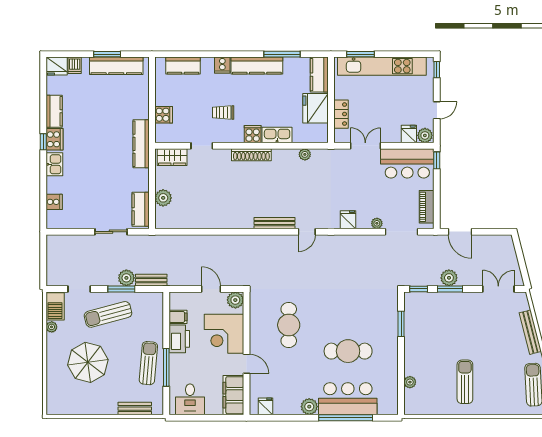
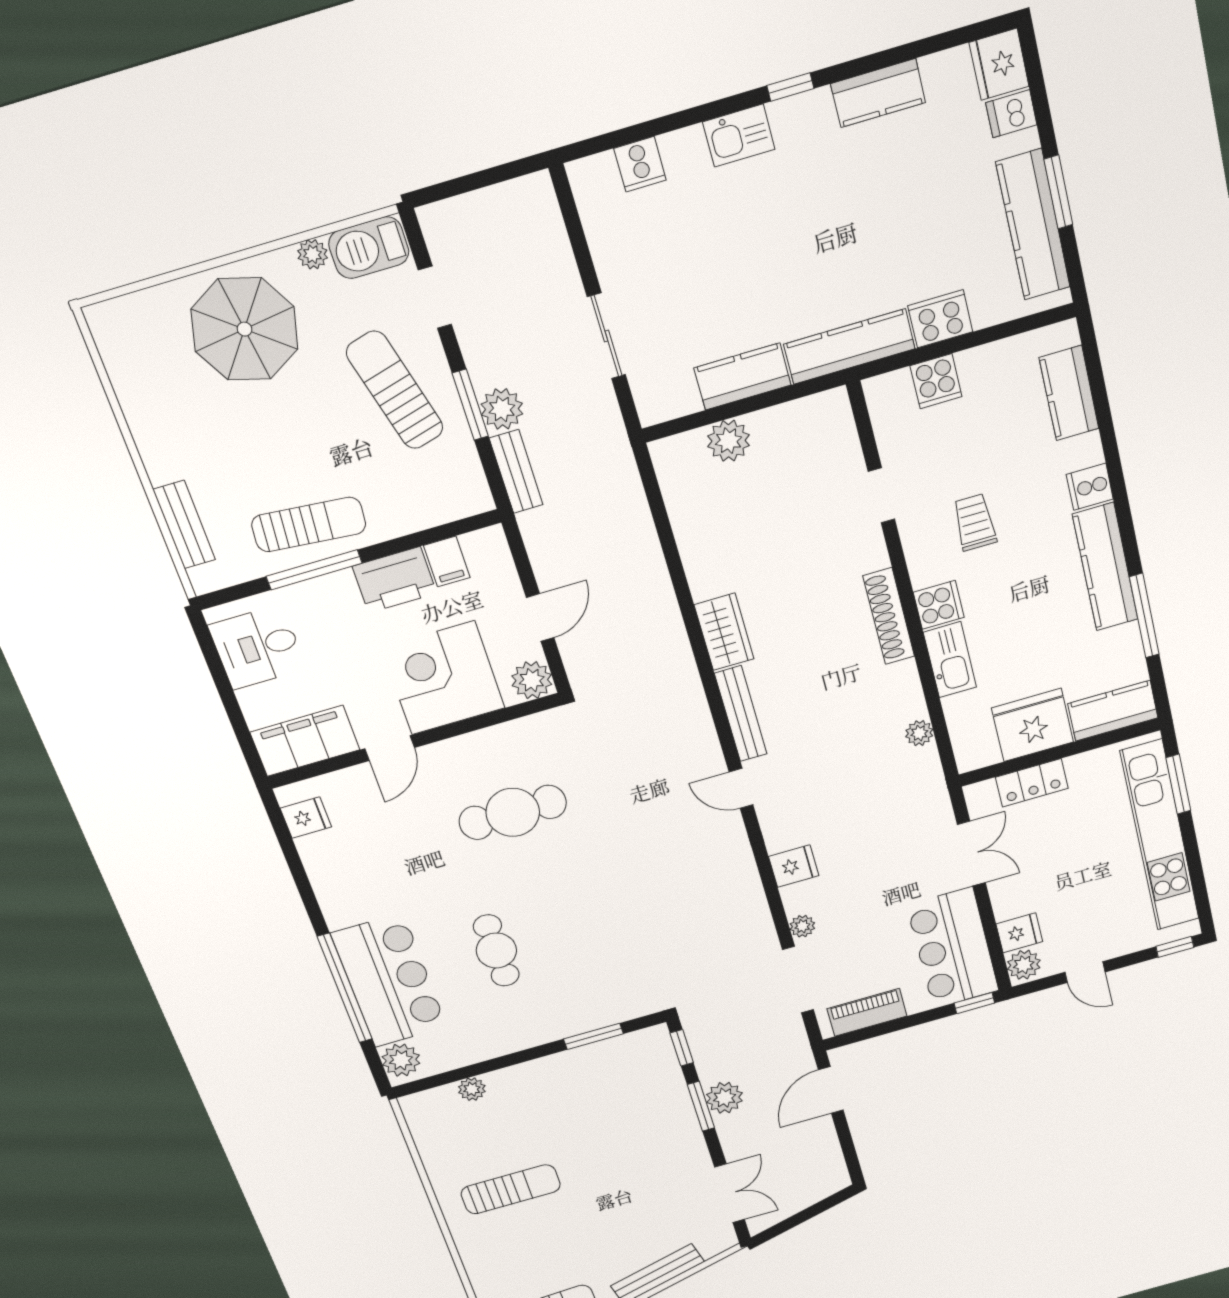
cooker: (54, 139) -> (940, 319), moved, turned 180
wardrobe: (172, 157) -> (724, 632), moved, turned 180
kitchen counter: (141, 209) -> (743, 376), moved
cafe table: (348, 351) -> (496, 951), width x0.73, depth x0.74
parasol: (88, 362) -> (245, 329), moved
plant: (309, 407) -> (401, 1060), moved

